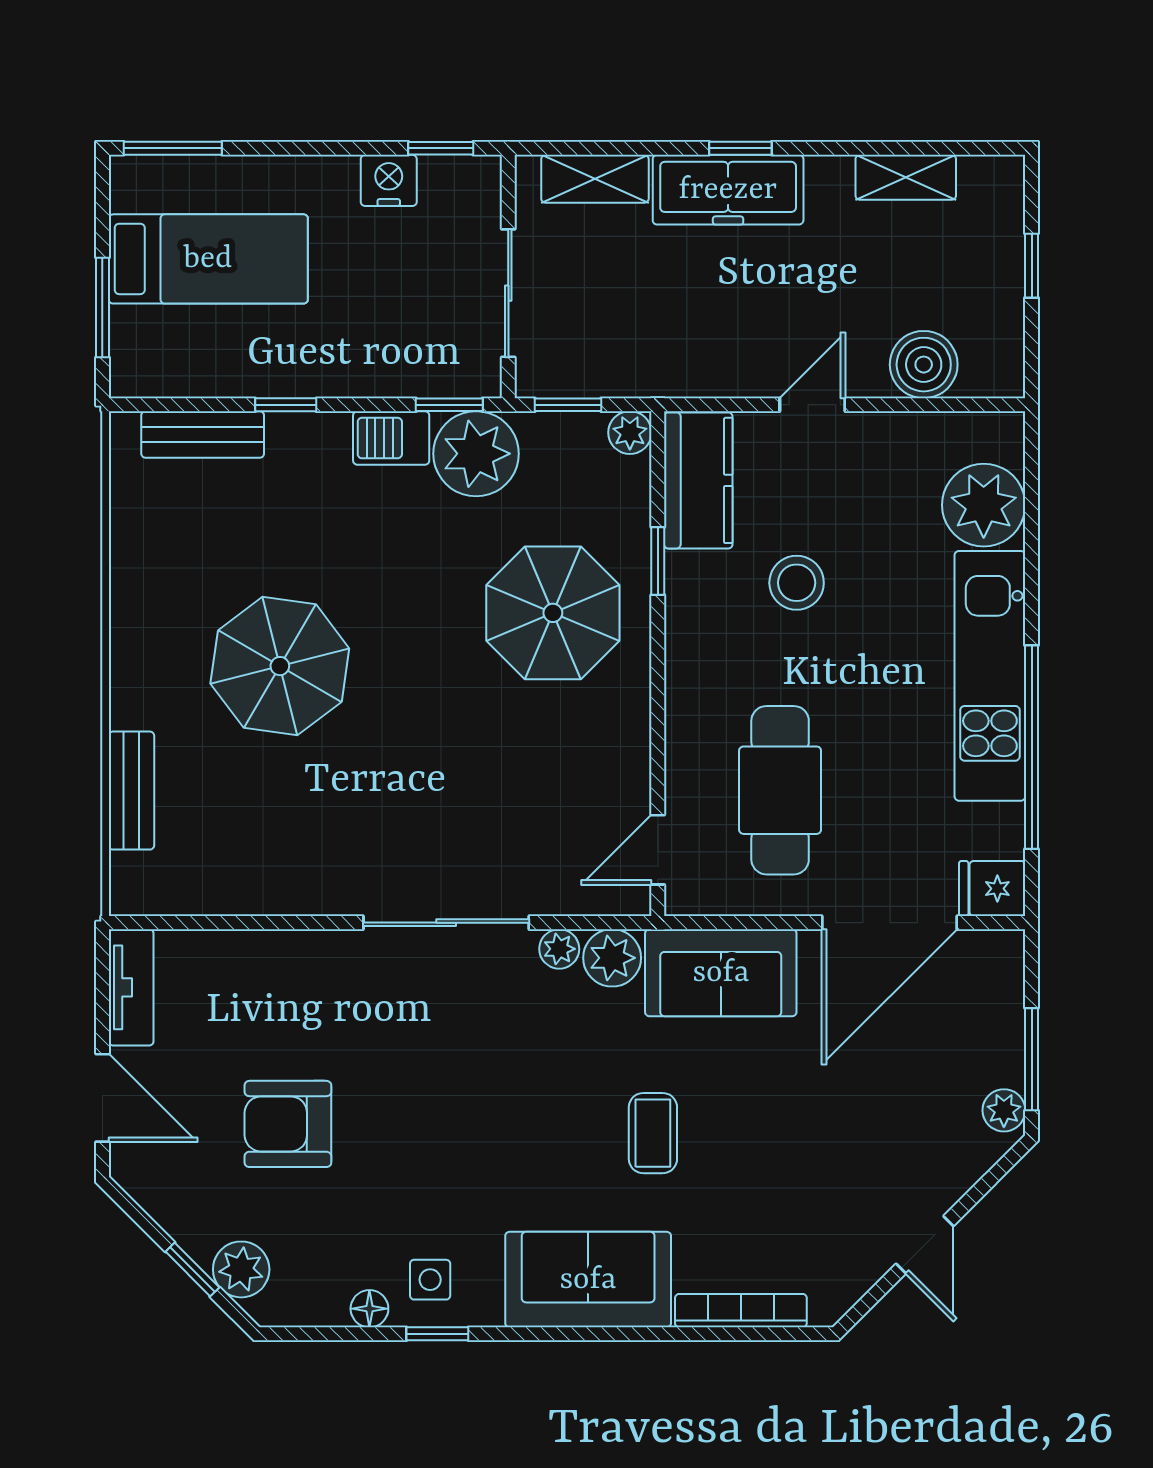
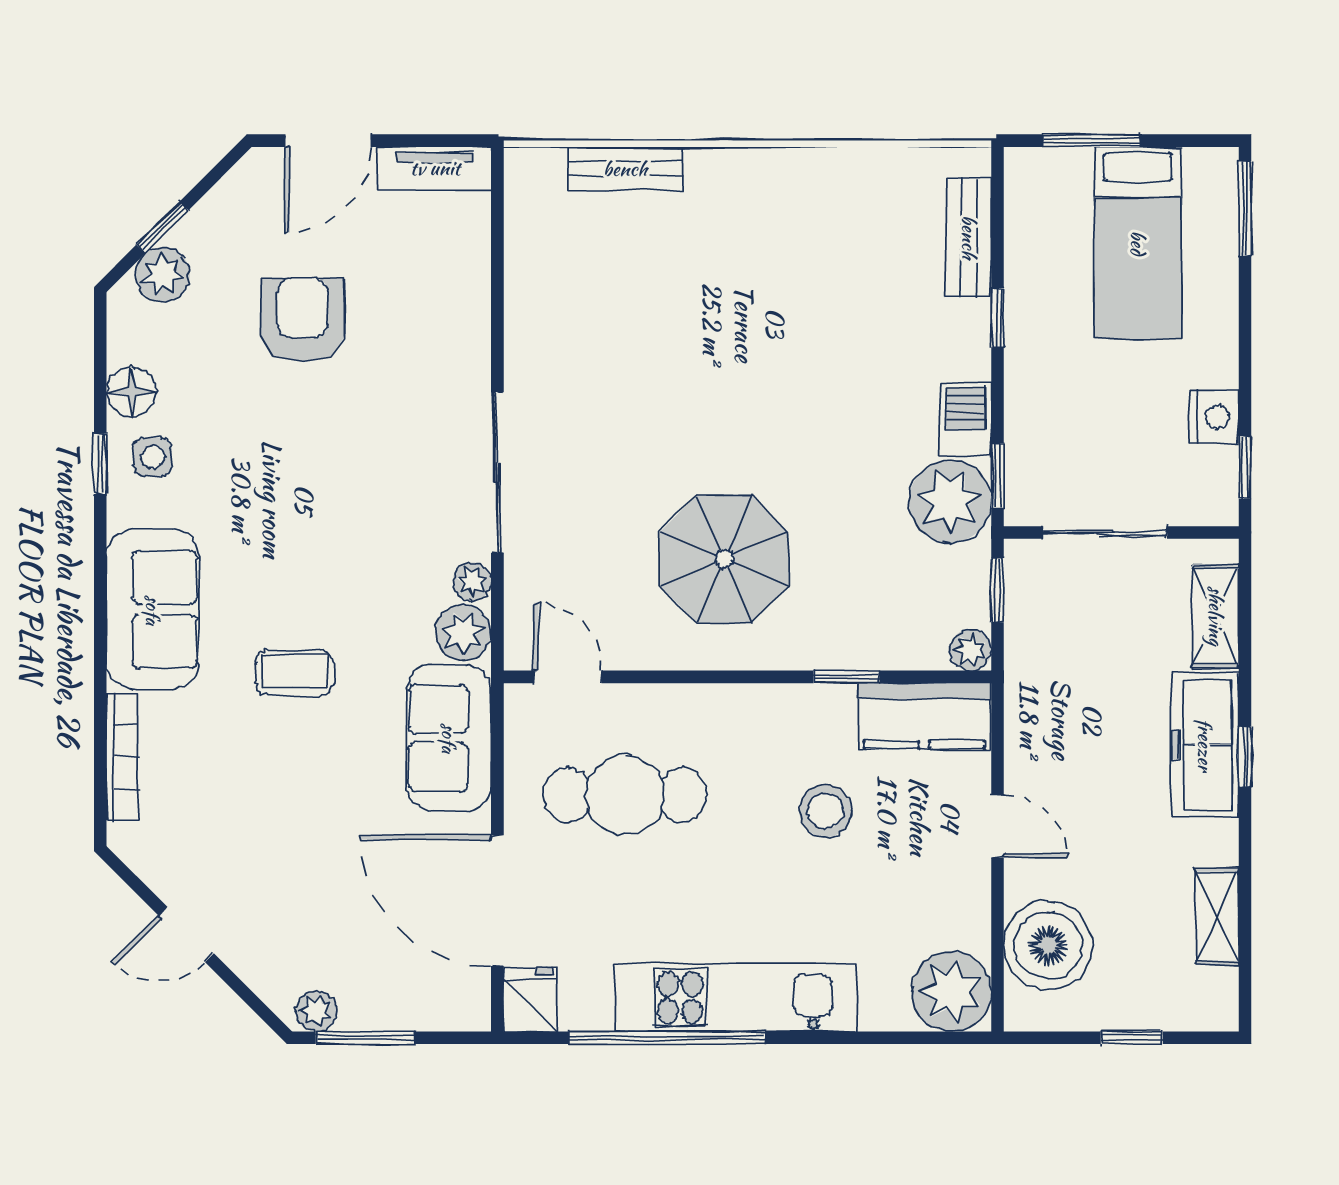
boiler: (924, 365) -> (1048, 946), width x1.37, depth x1.37
plant: (984, 505) -> (951, 992), moved
parasol: (553, 613) -> (724, 559), moved
parasol: (280, 666) -> (745, 312), removed
floor lamp: (369, 1309) -> (131, 392), width x1.37, depth x1.37

